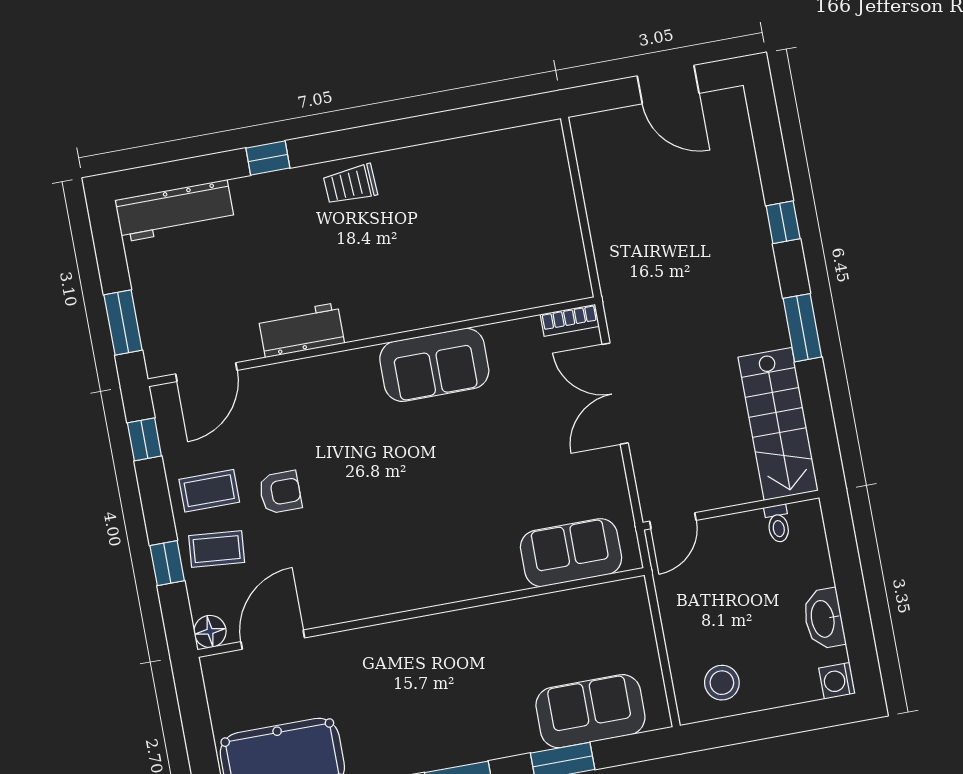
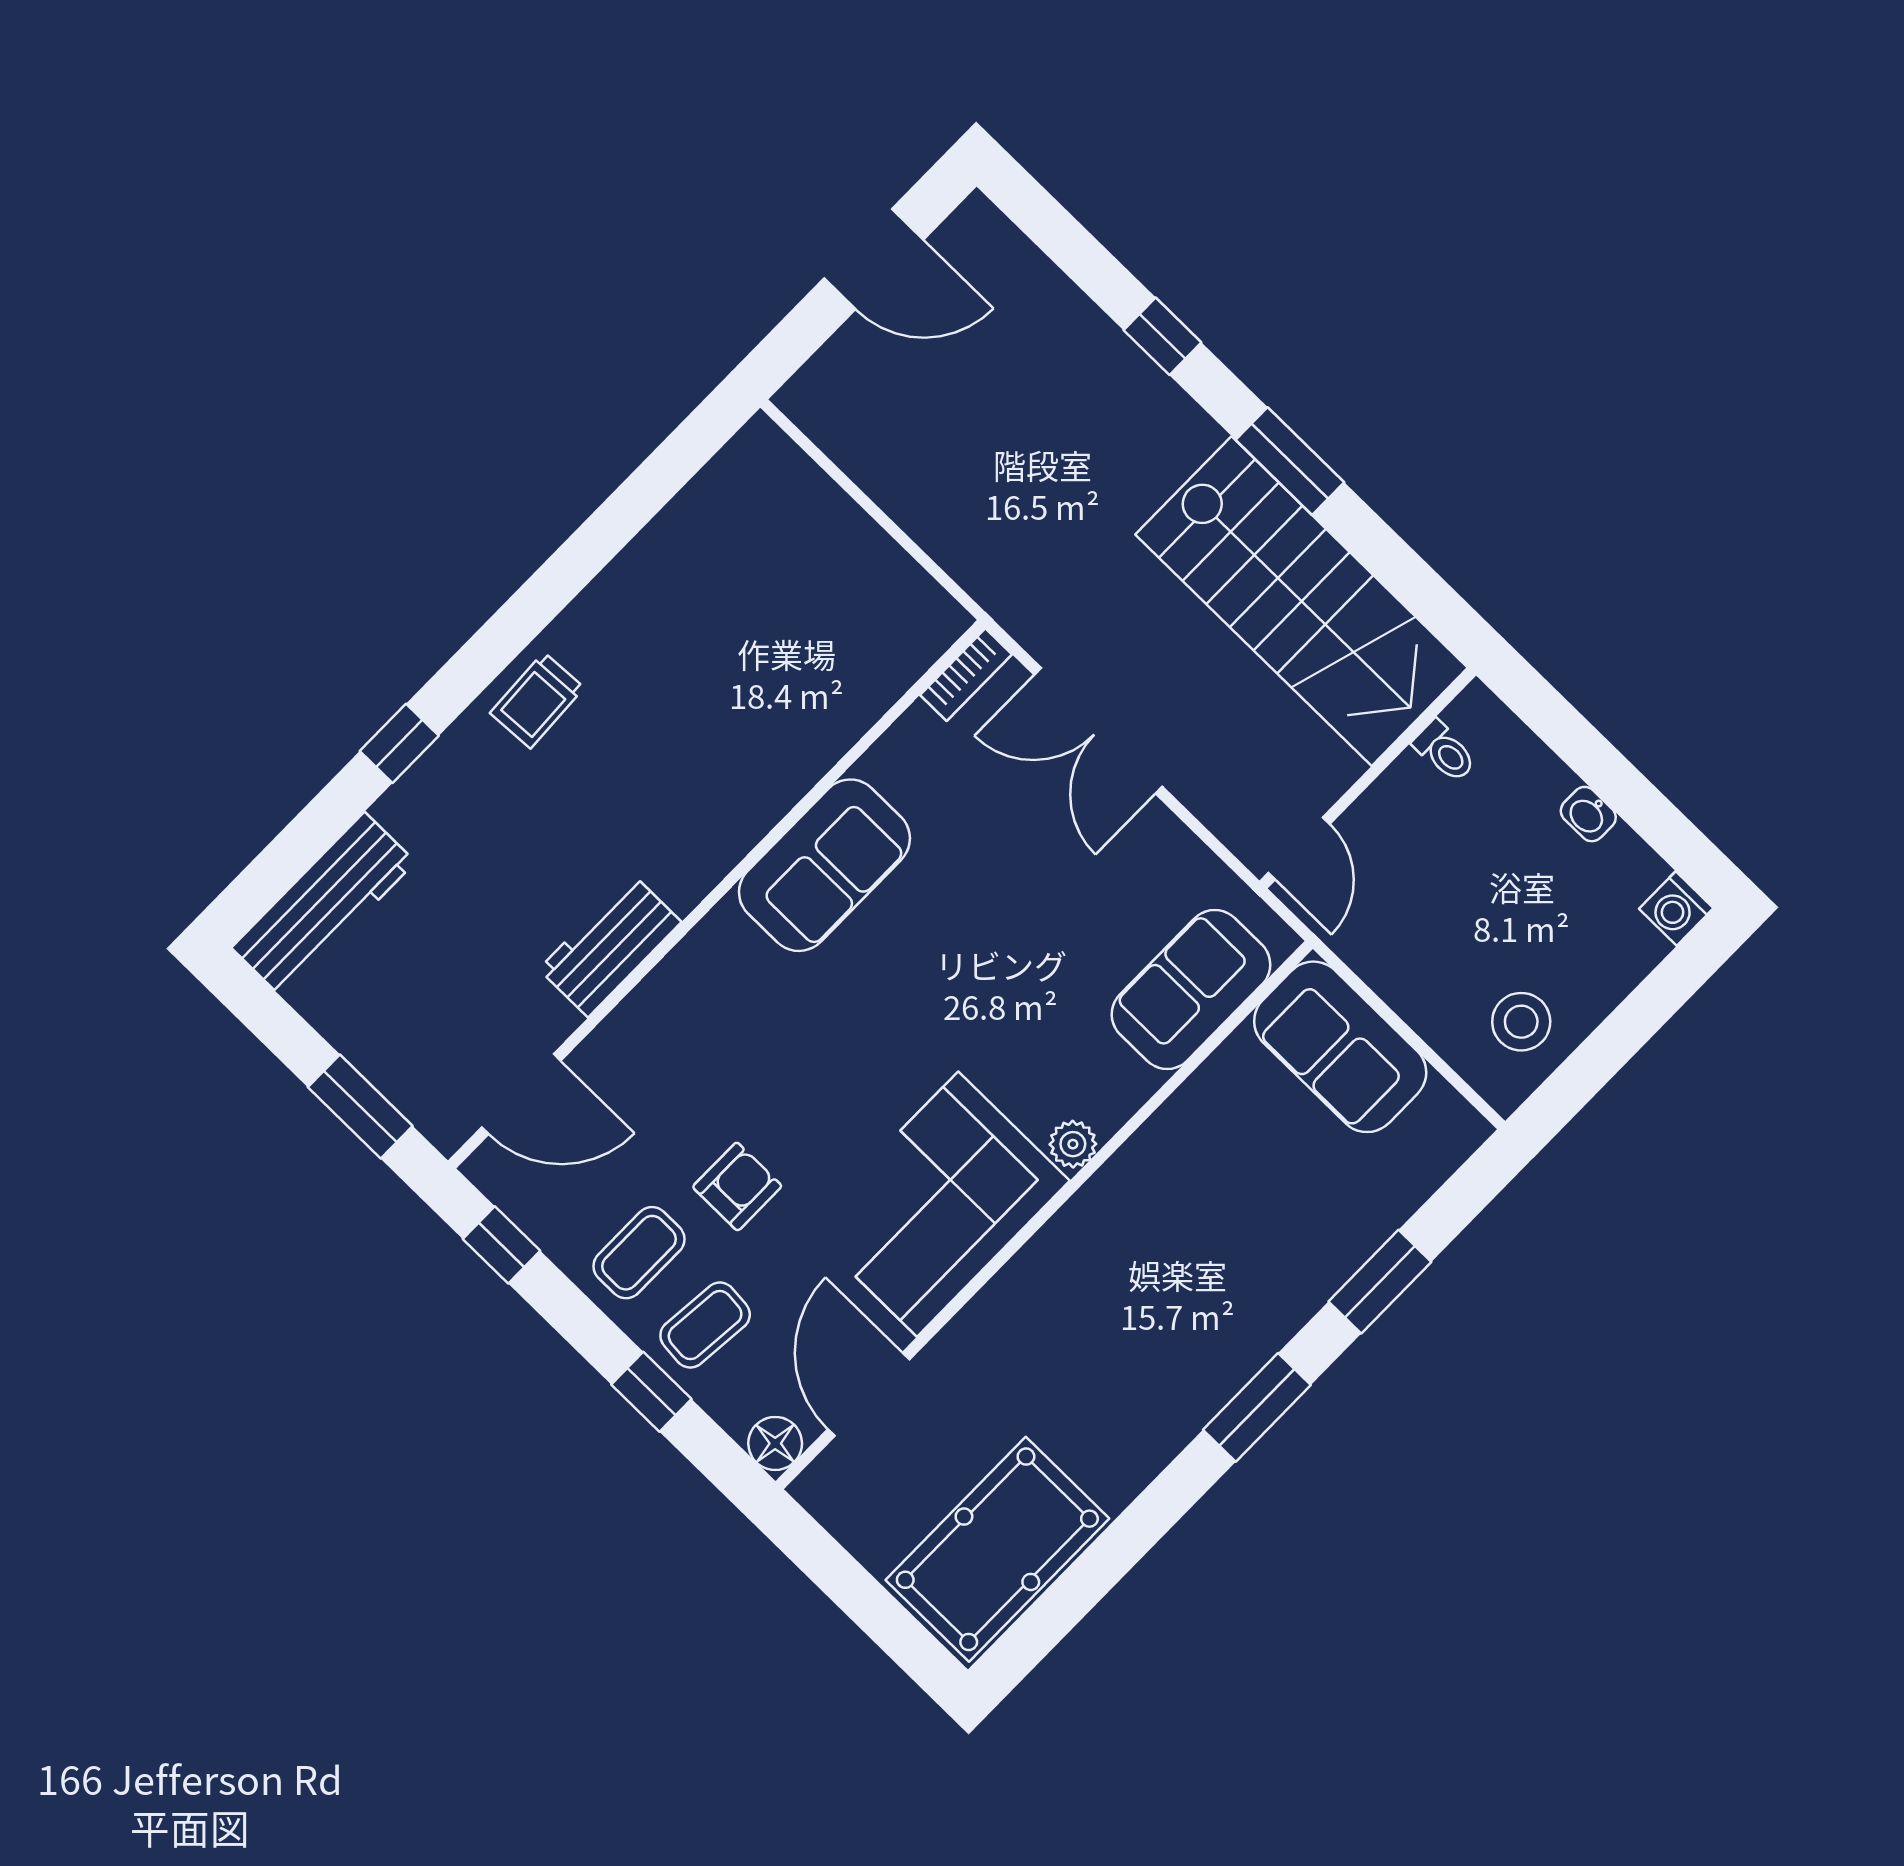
door: (206, 372) -> (521, 1094), hinge flipped
stairs: (778, 424) -> (1302, 601), width x1.36, depth x1.51
corner sofa: (373, 570) -> (938, 1204), added
plant: (460, 588) -> (1073, 1144), added
washbasin: (824, 619) -> (1588, 814), width x0.52, depth x0.69
sofa: (590, 711) -> (1340, 1047), moved, turned -90

